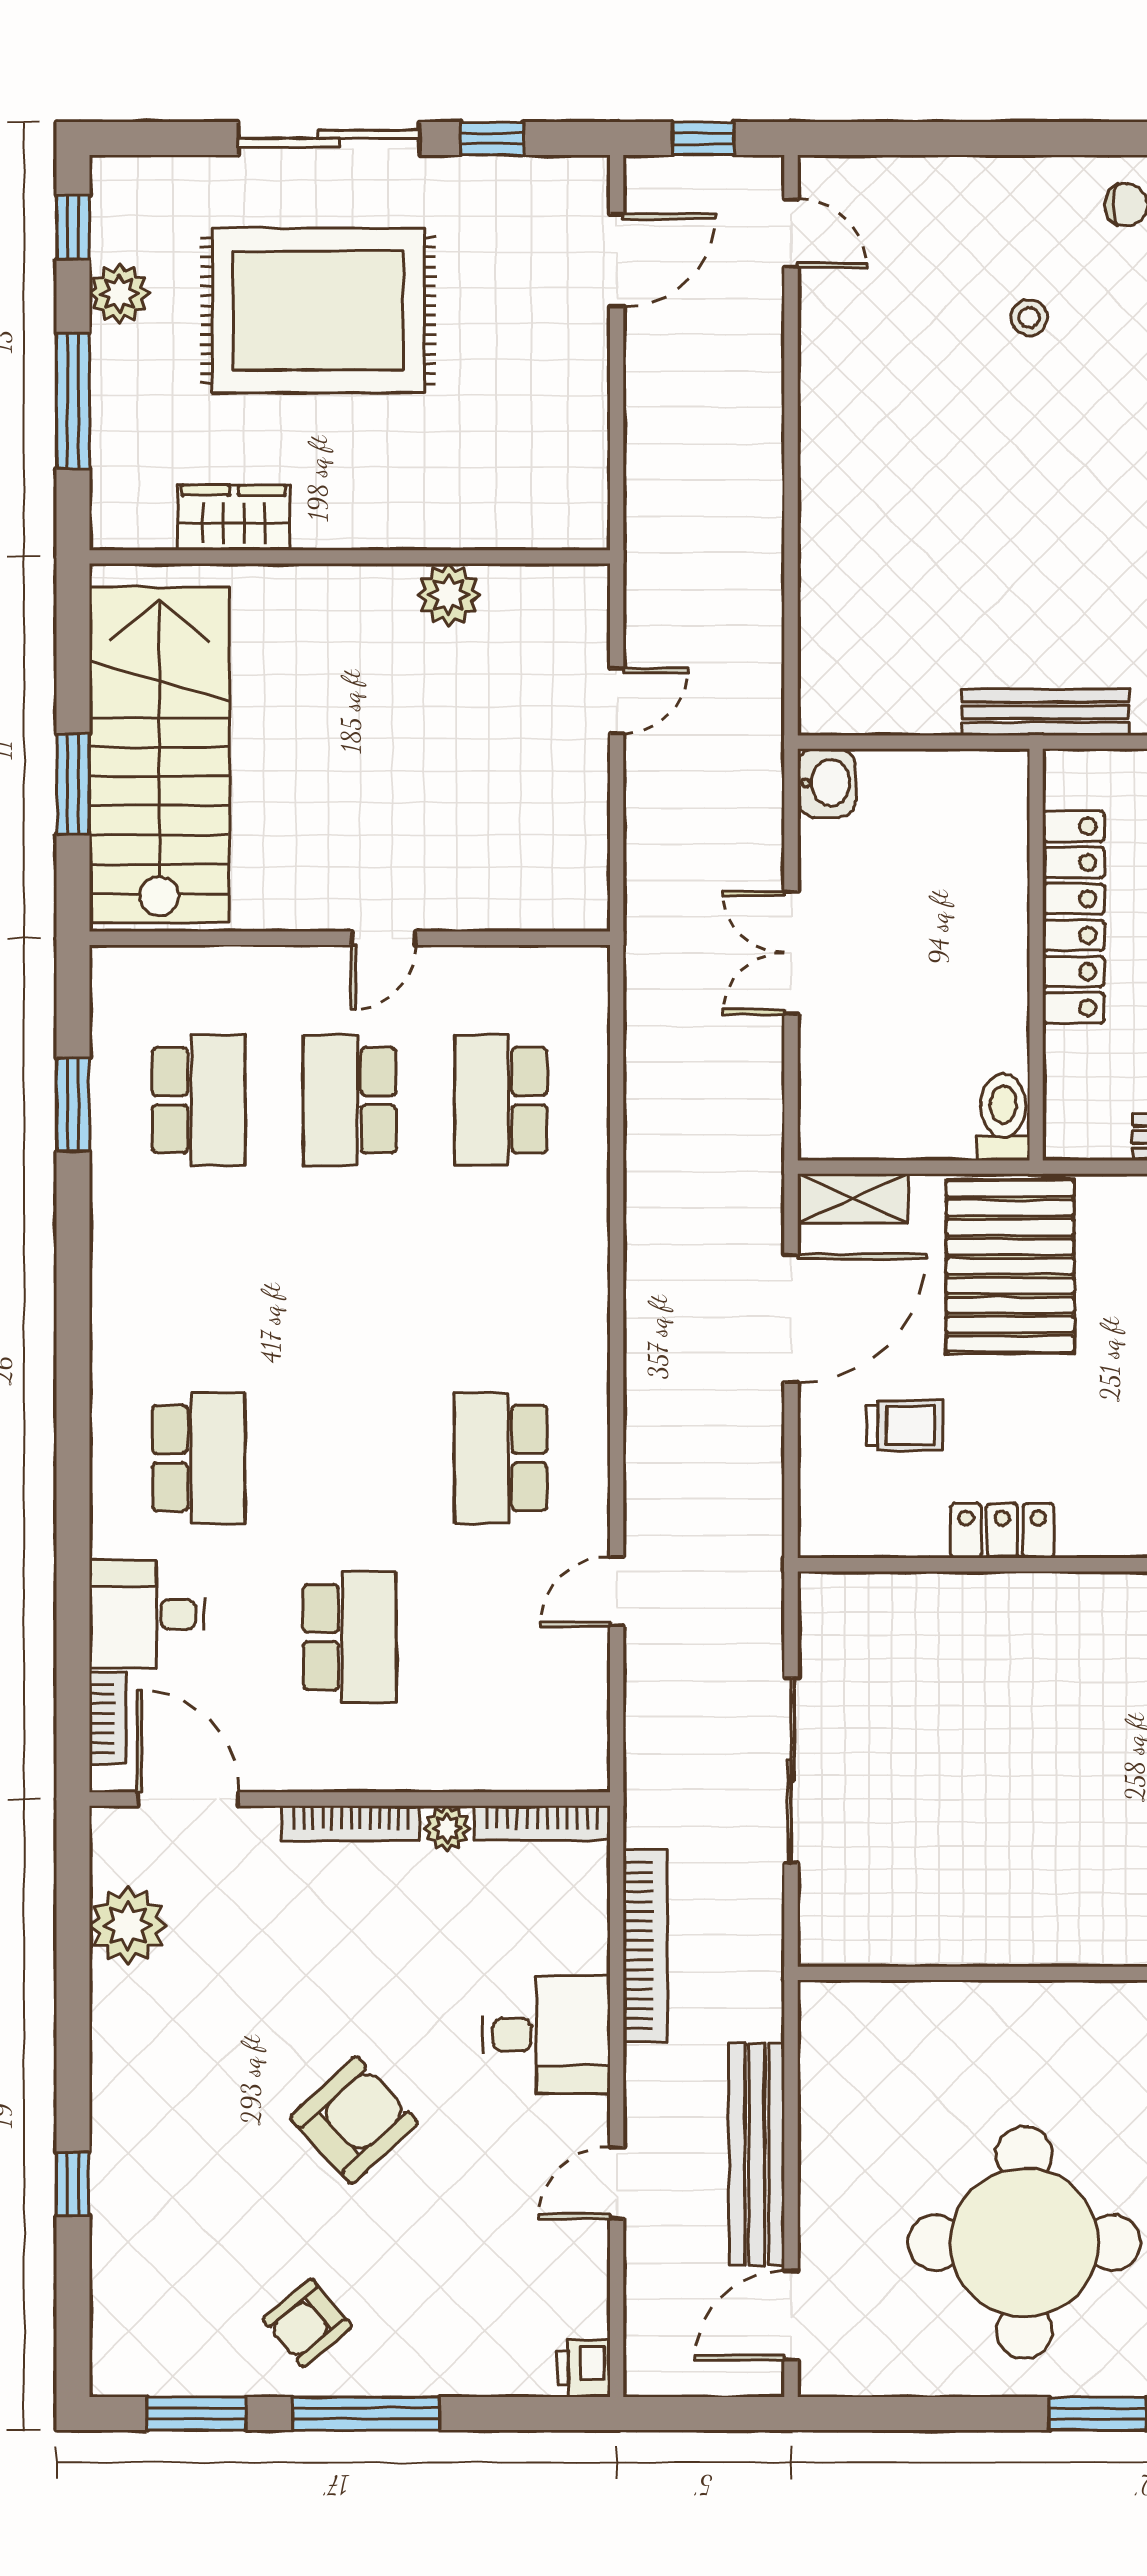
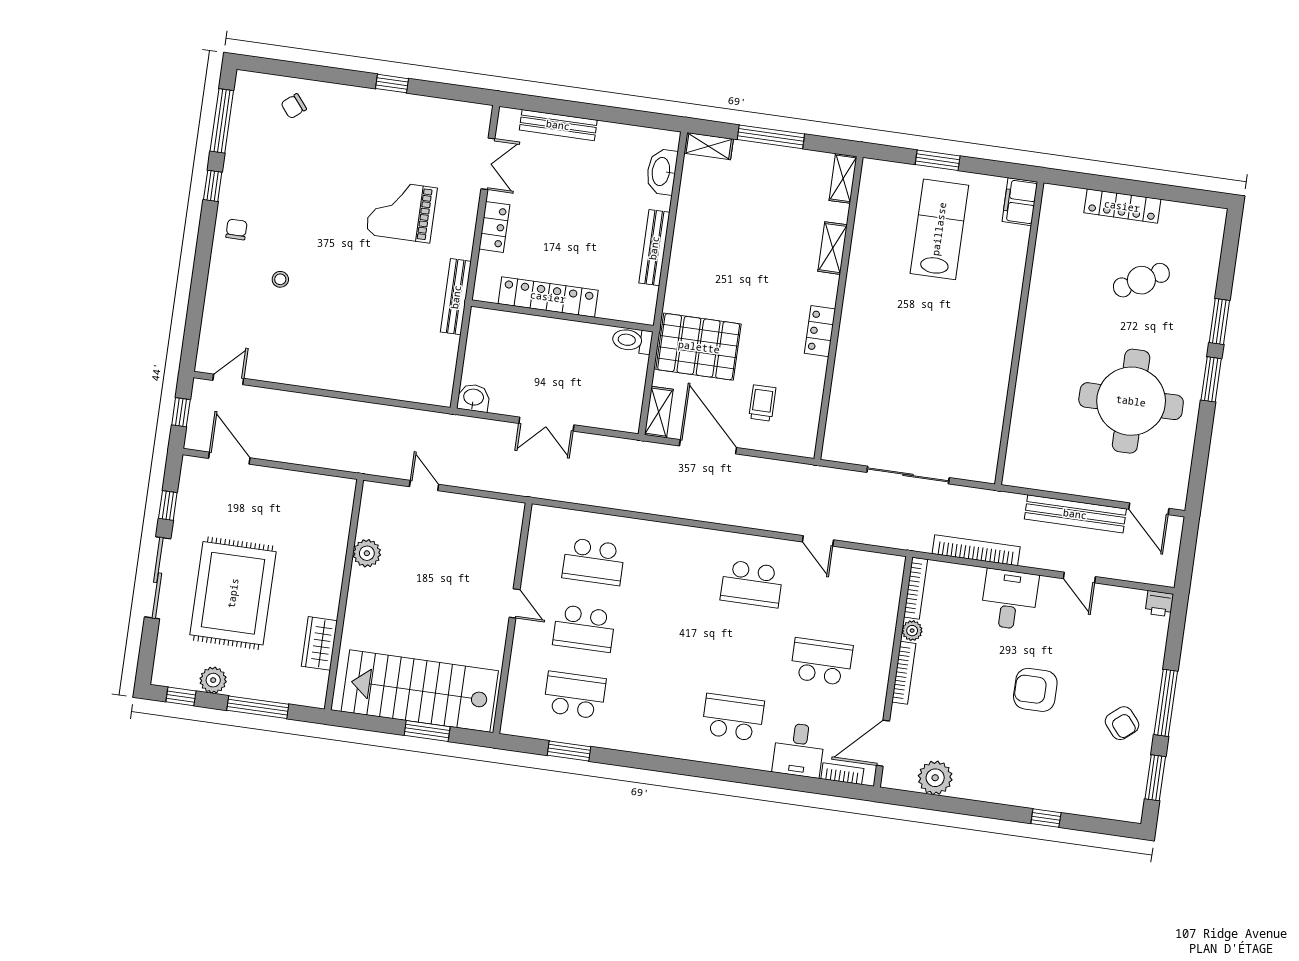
locker: (1002, 1531) -> (820, 331), moved
armchair: (354, 2120) -> (1035, 690), turned -47

